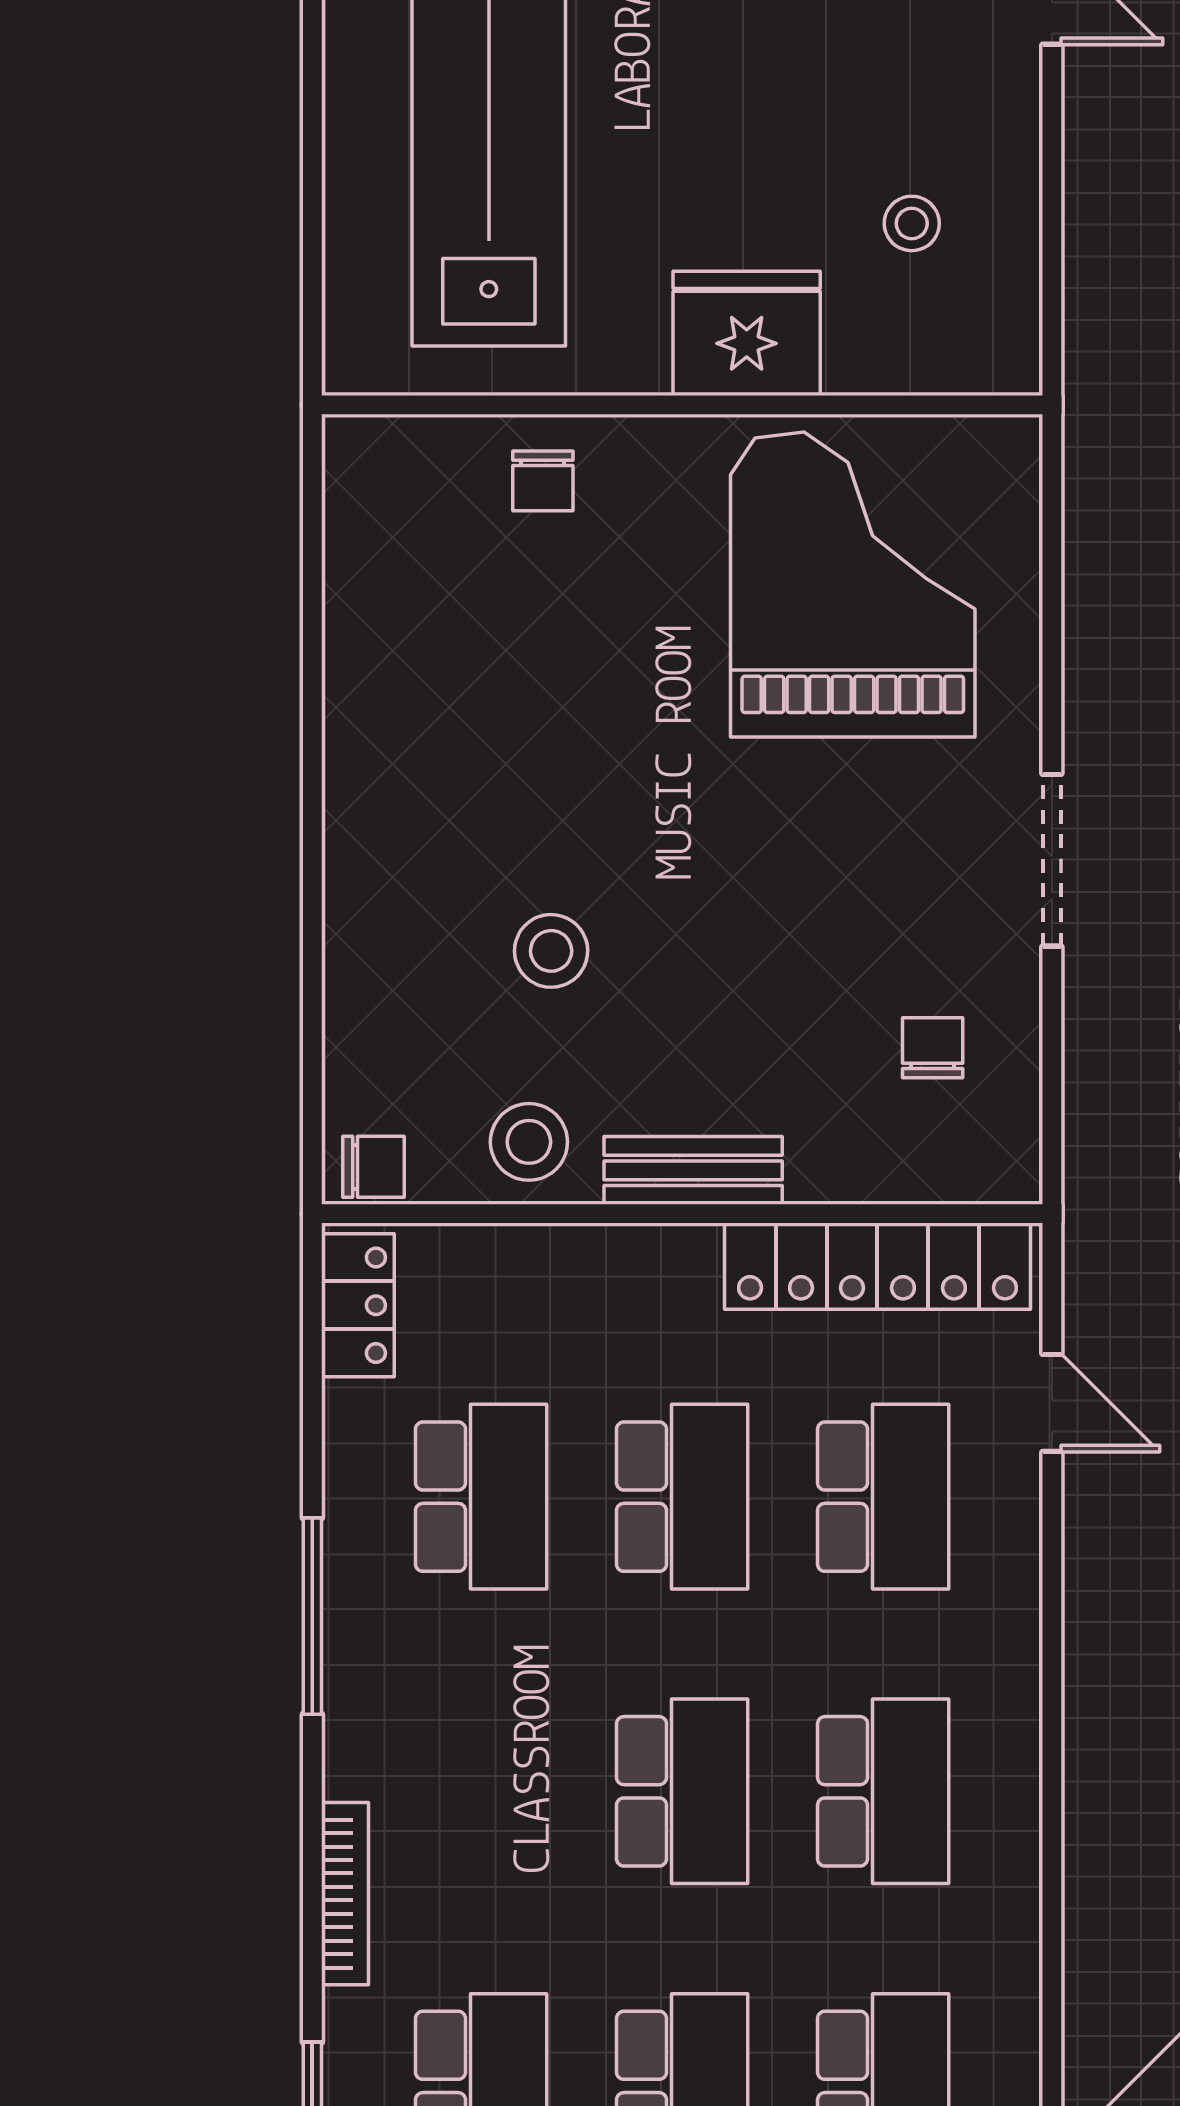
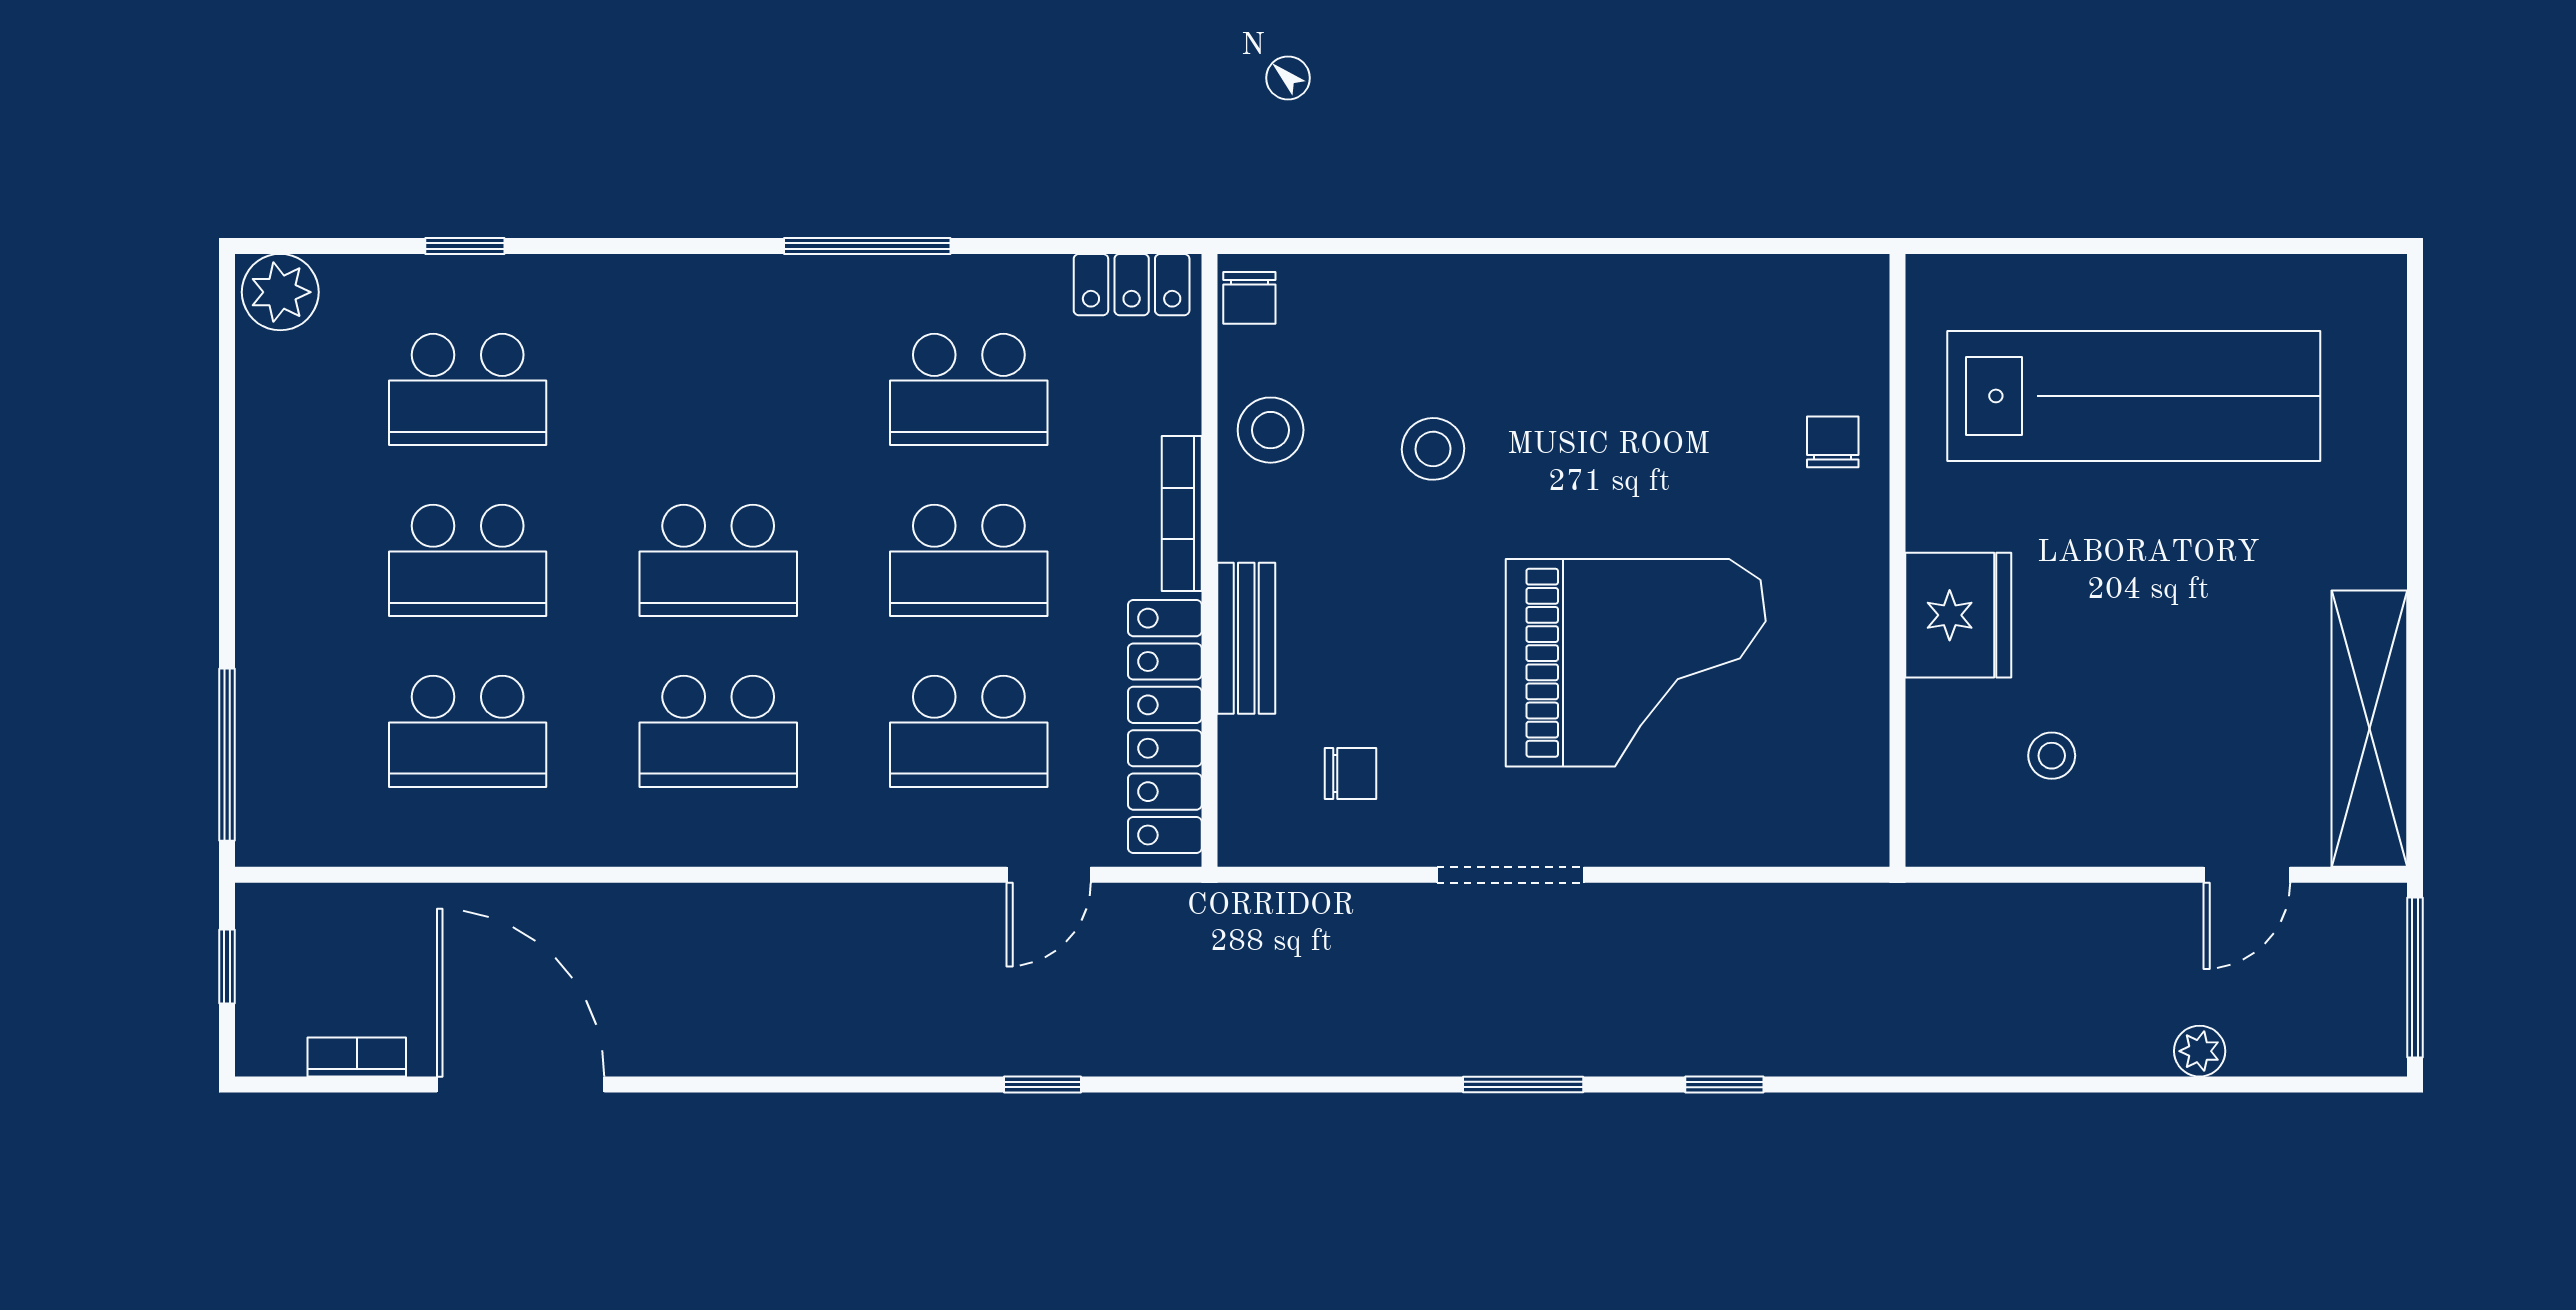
chair: (543, 481) -> (1833, 442), turned 90
grand piano: (853, 584) -> (1636, 663), moved
bench: (693, 1170) -> (1246, 638), moved
bookcase: (345, 1894) -> (1182, 514), moved, turned 90

